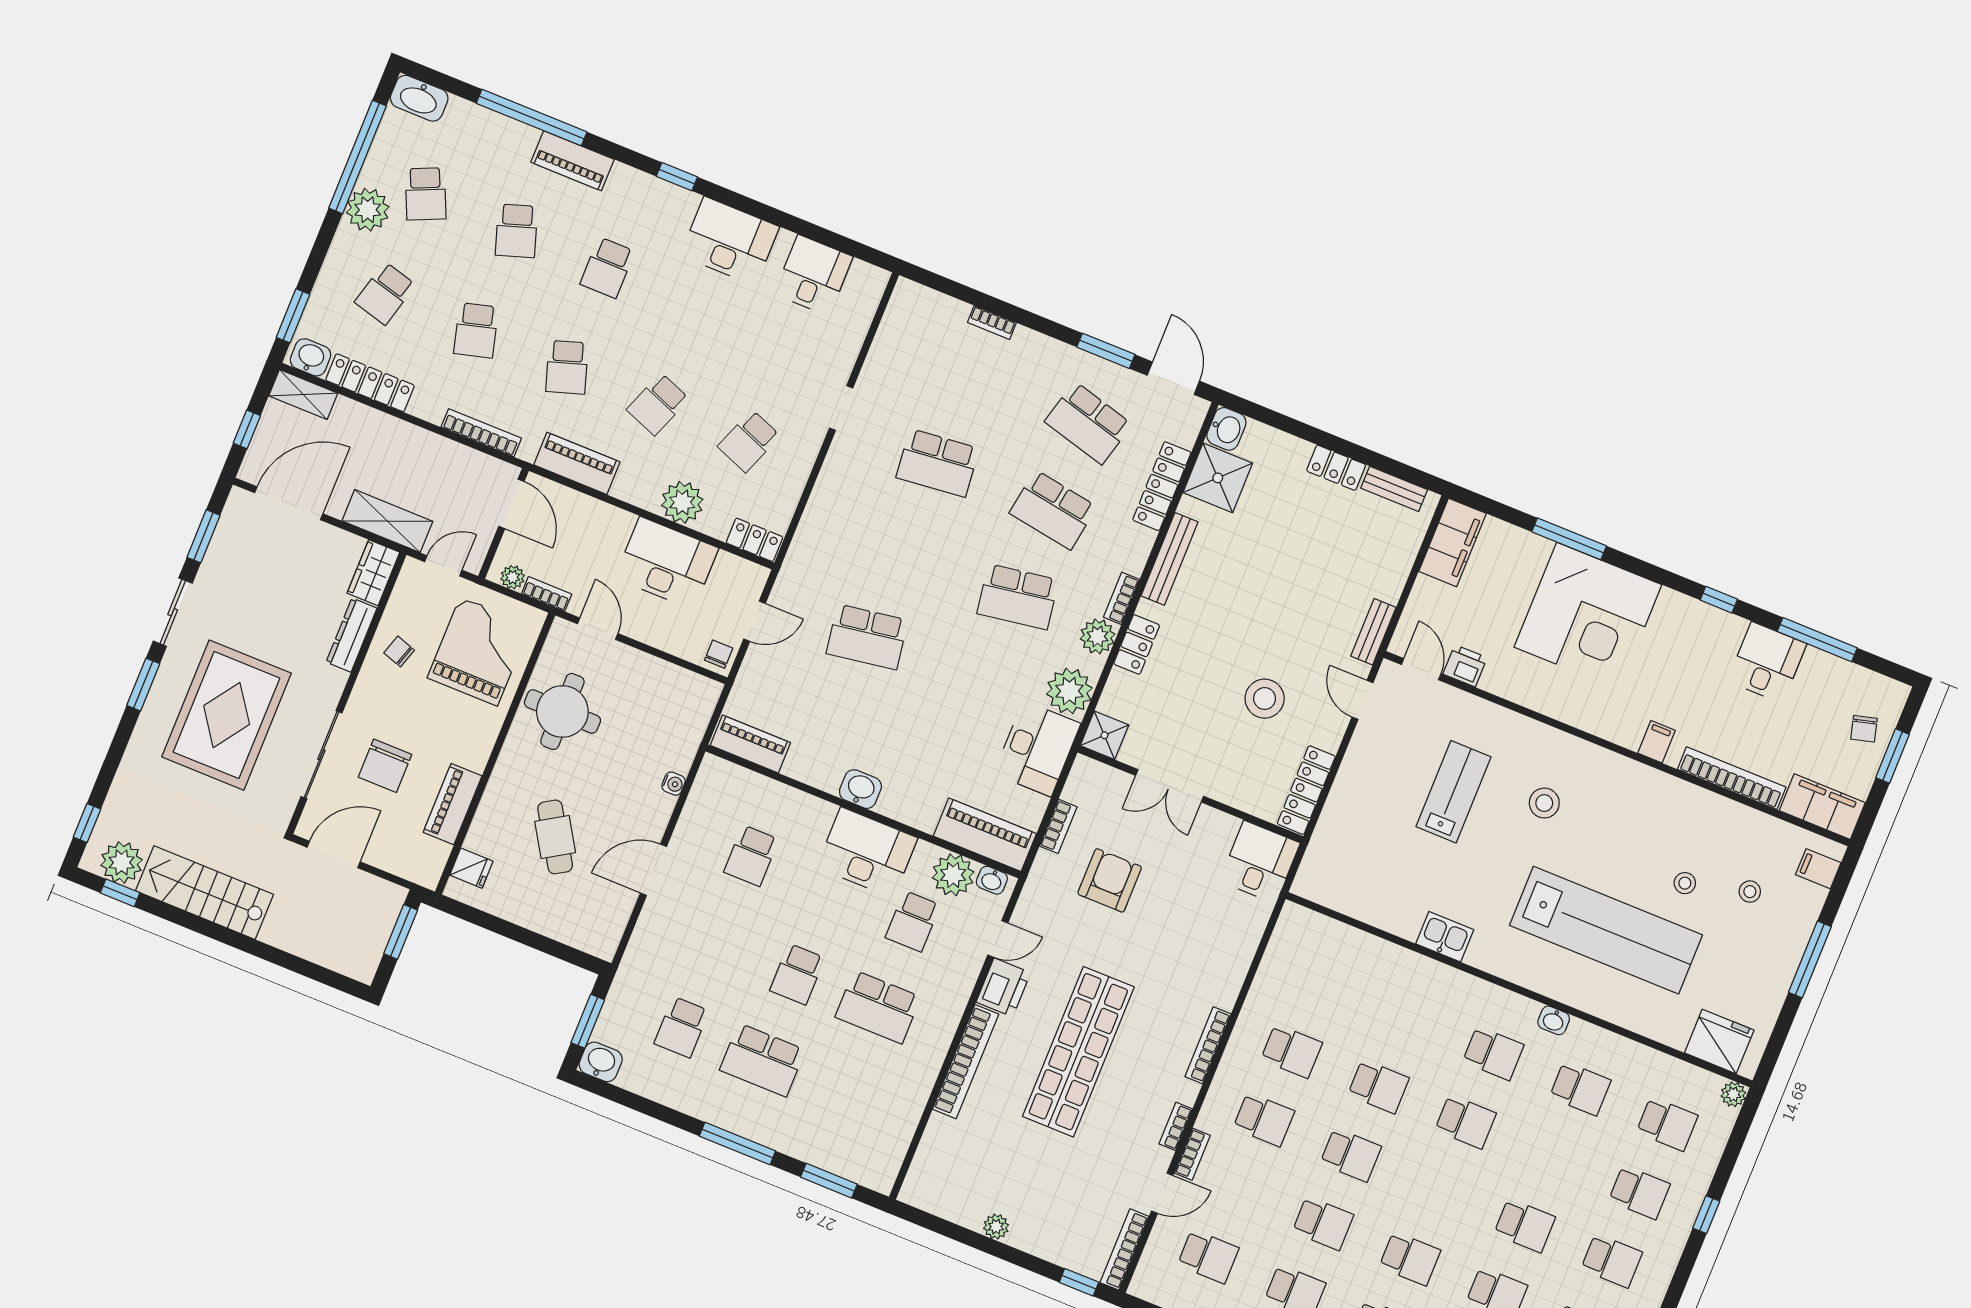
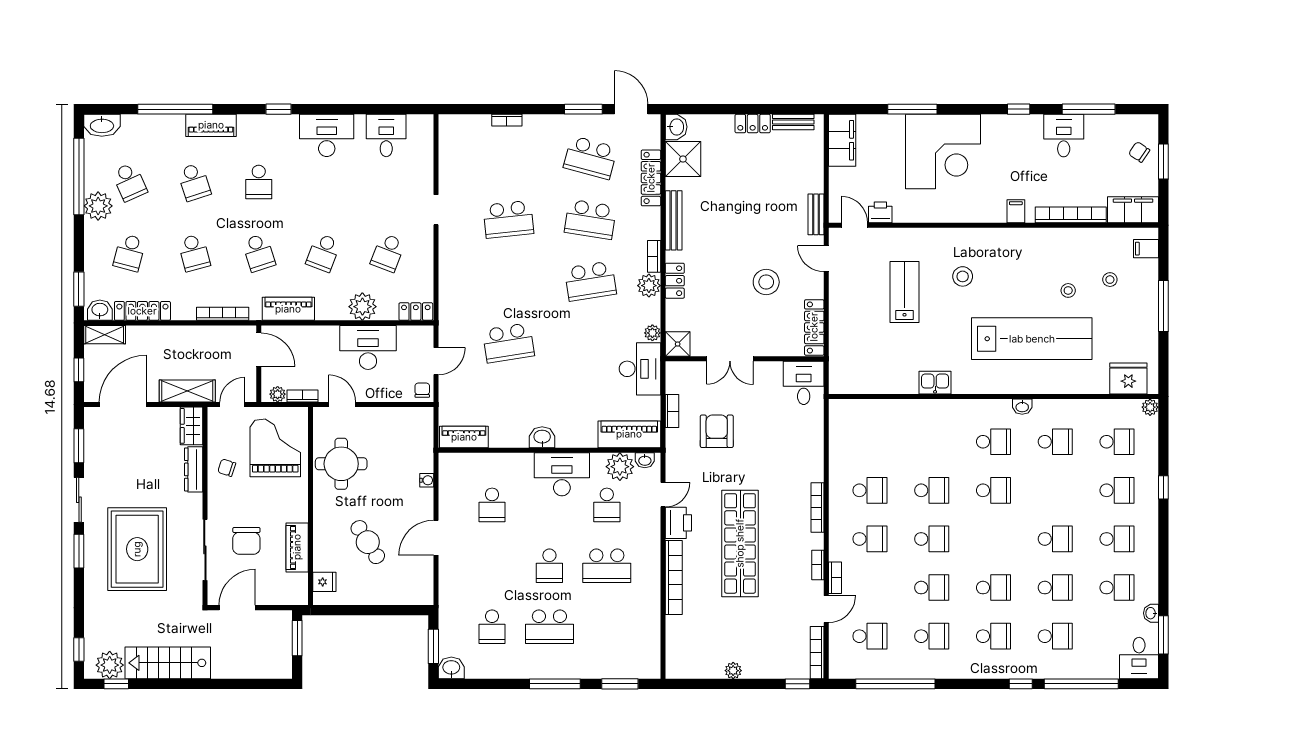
plant: (1069, 691) -> (652, 333), width x0.53, depth x0.53
chair: (1864, 729) -> (1139, 152), turned 139

